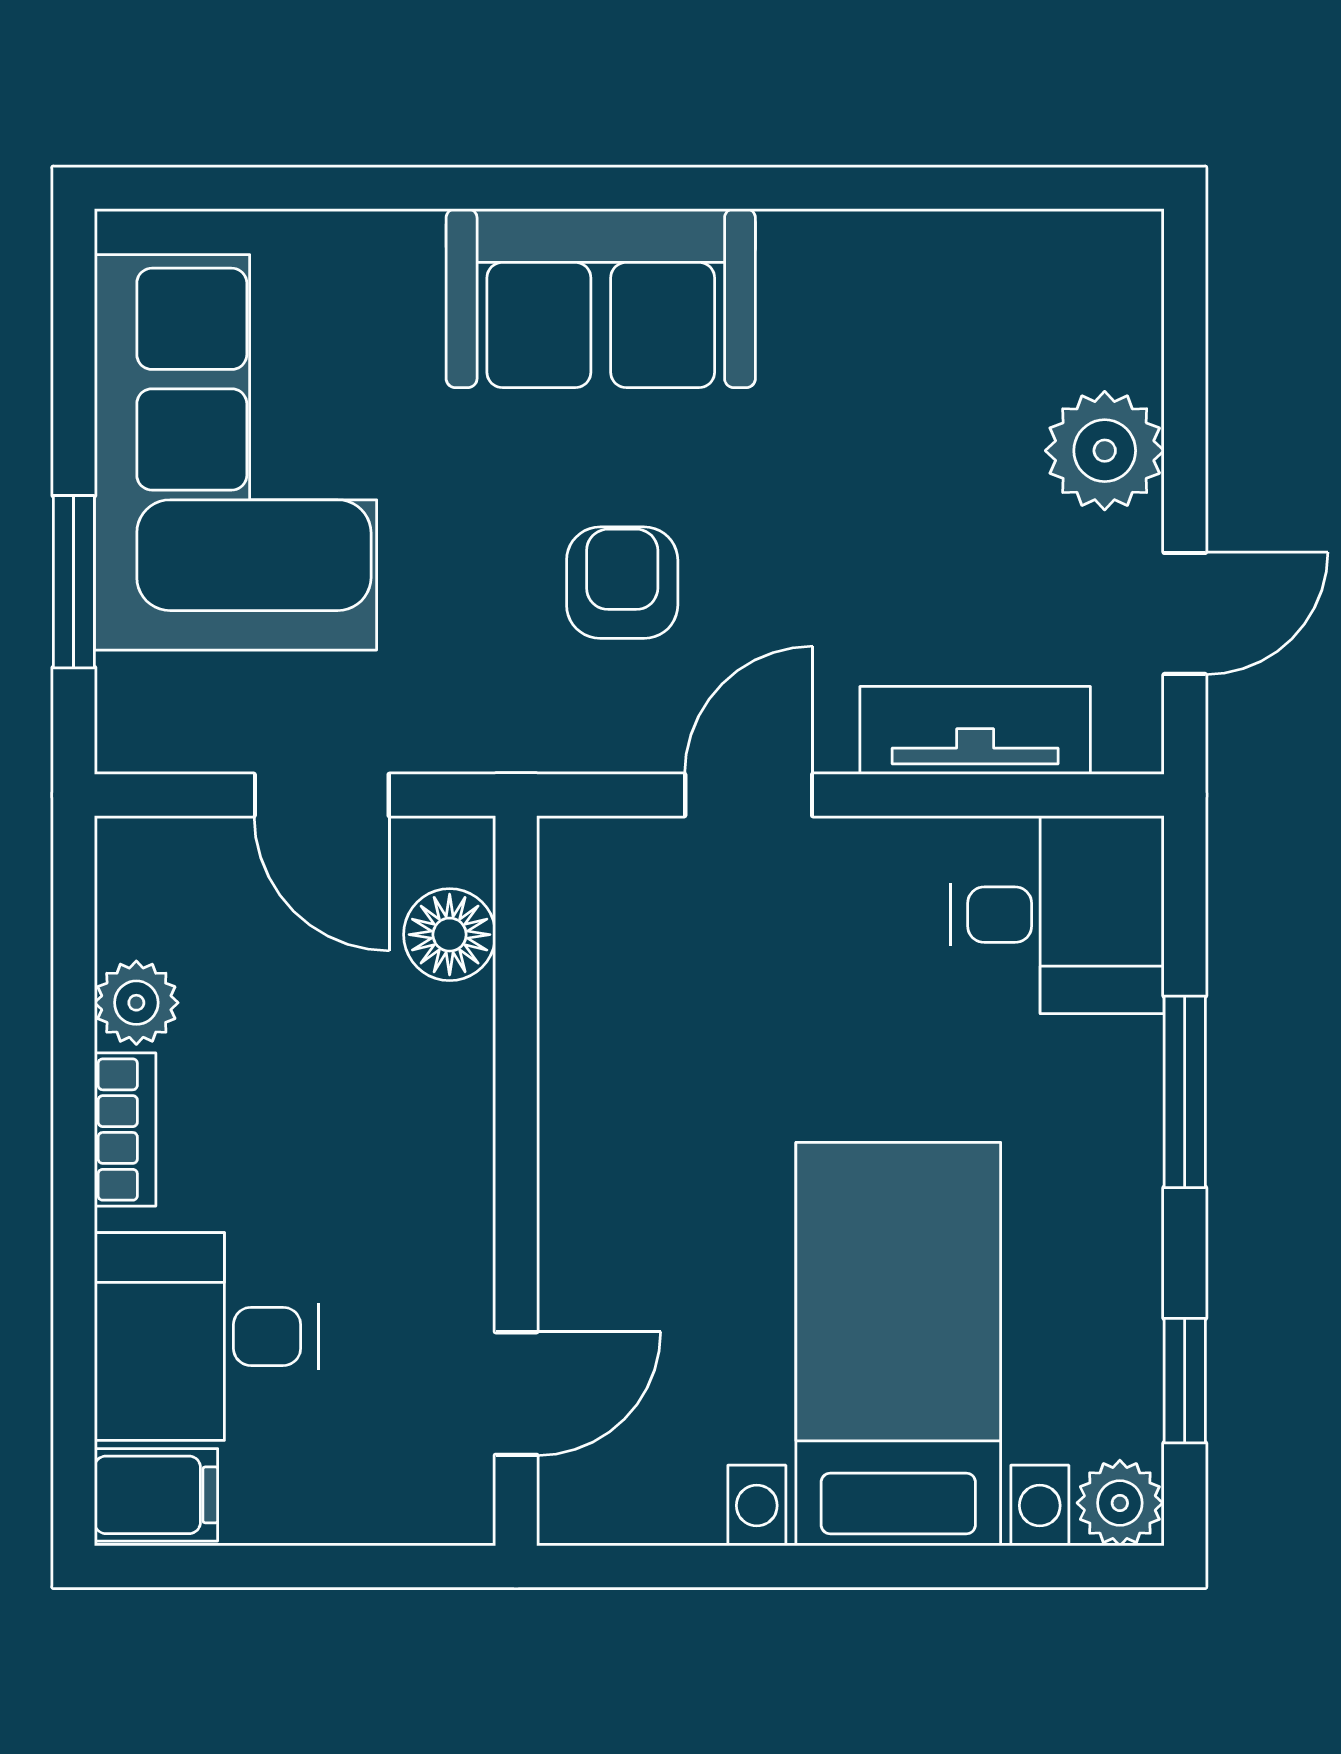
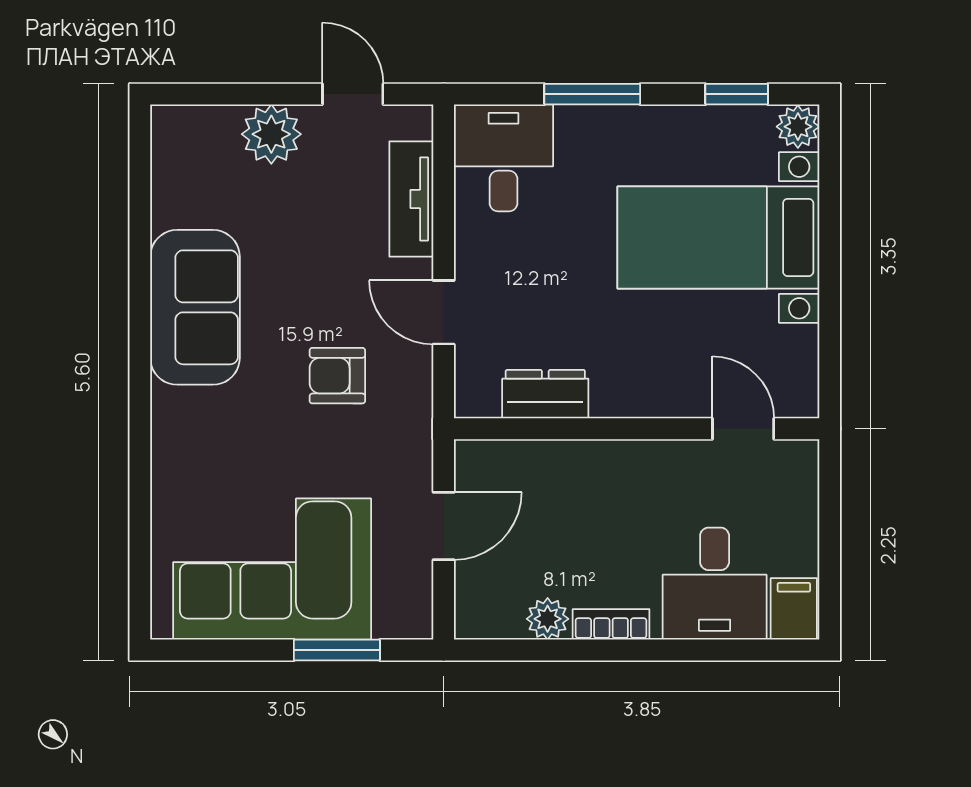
sofa: (601, 298) -> (195, 307), moved
floor lamp: (450, 935) -> (513, 462), removed
dresser: (585, 998) -> (545, 394), added

